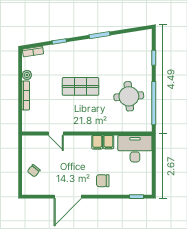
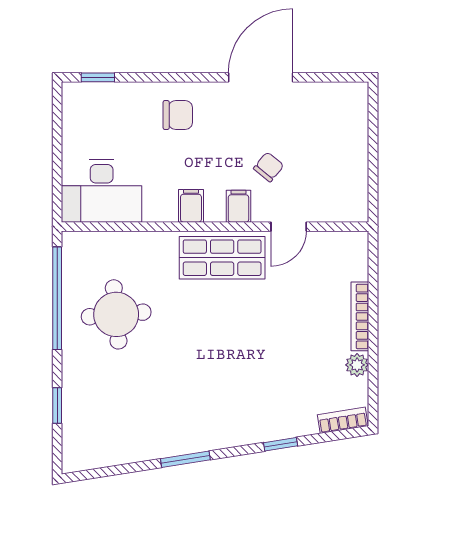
shop shelf: (81, 86) -> (222, 258), moved
door: (56, 133) -> (289, 227), swing flipped
filing cabinet: (108, 142) -> (238, 206), moved
chair: (34, 171) -> (269, 167), moved

